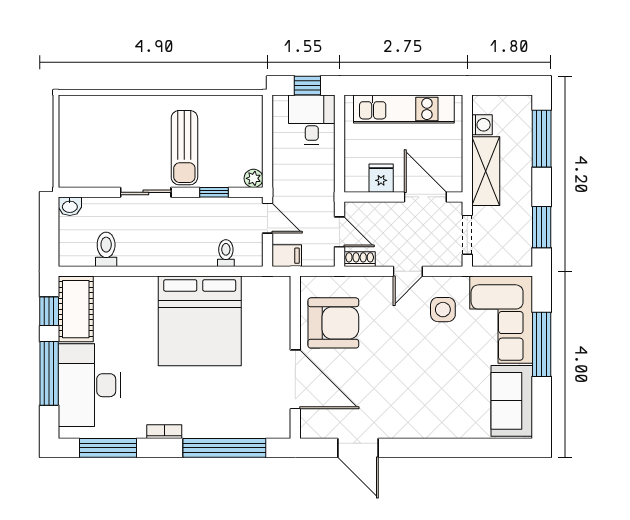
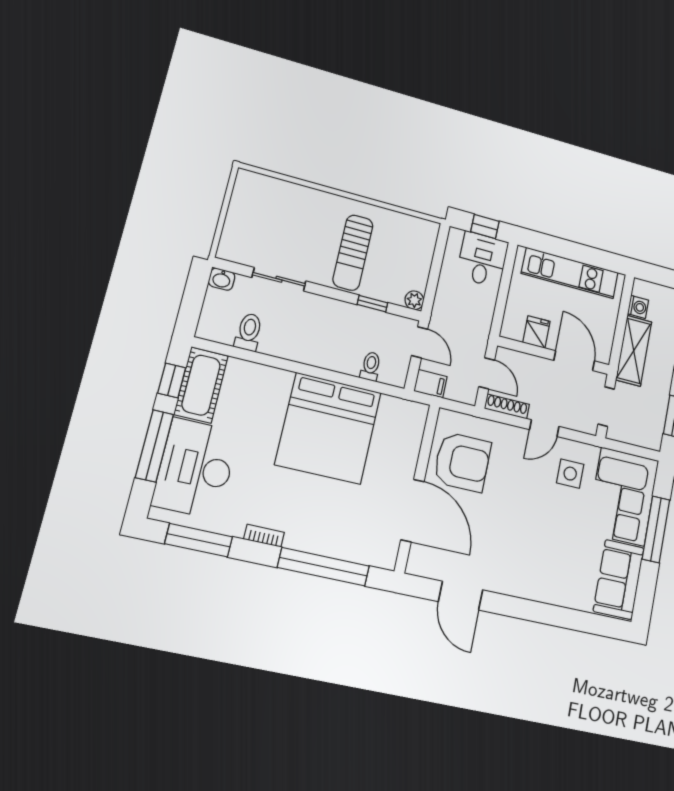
sliding door: (146, 192) -> (279, 279), moved
shoe rack: (360, 259) -> (507, 406), width x1.43

